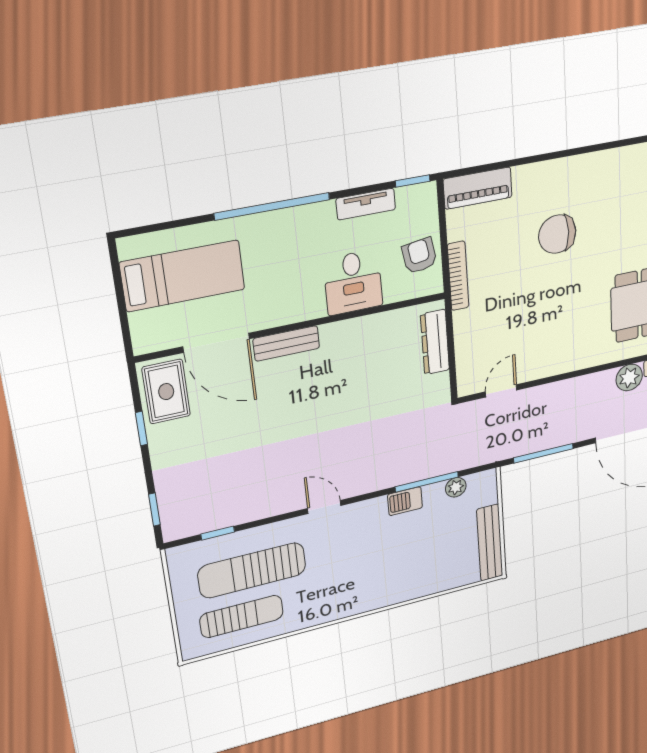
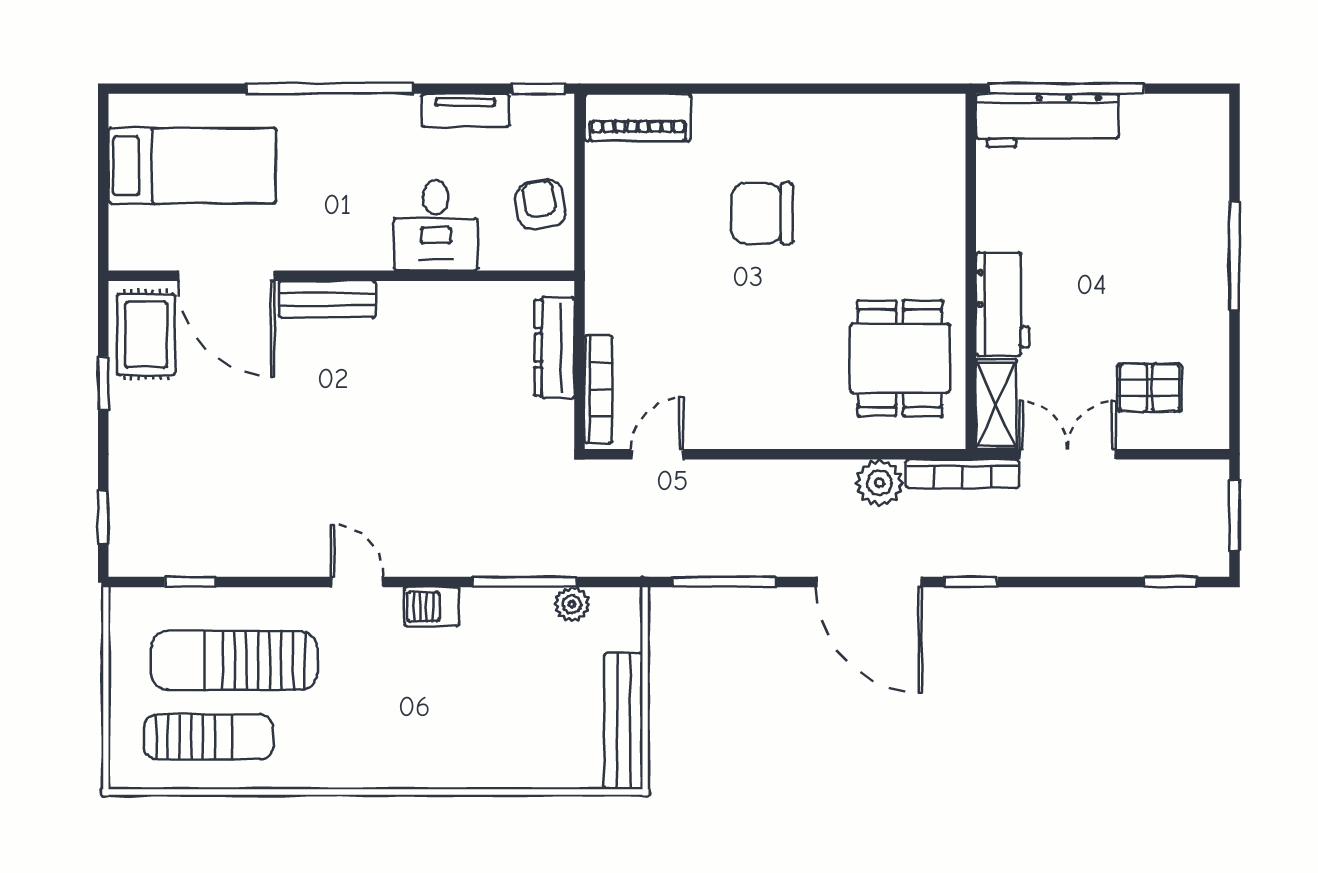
bookcase: (458, 276) -> (598, 389), moved
barbecue: (405, 501) -> (432, 607), moved

